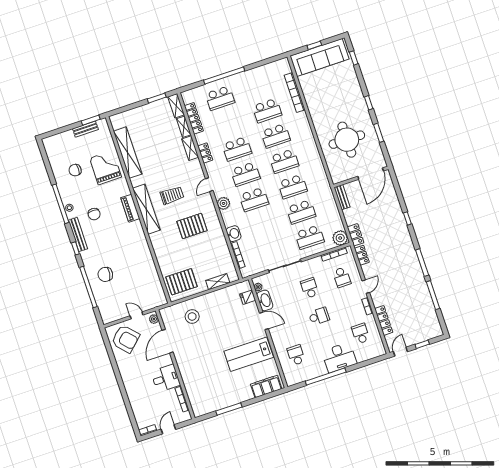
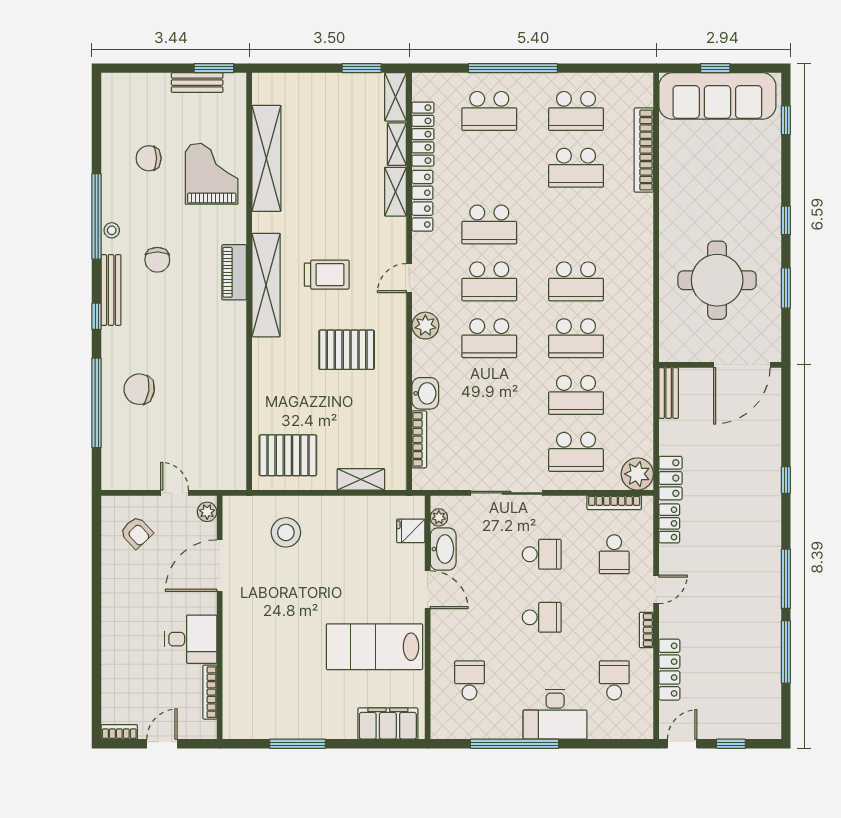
school desk: (276, 136) -> (576, 111), moved
locker: (205, 153) -> (422, 201), width x1.53
school desk: (310, 288) -> (542, 554), turned 90
armchair: (126, 339) -> (136, 533), width x0.53, depth x0.53

